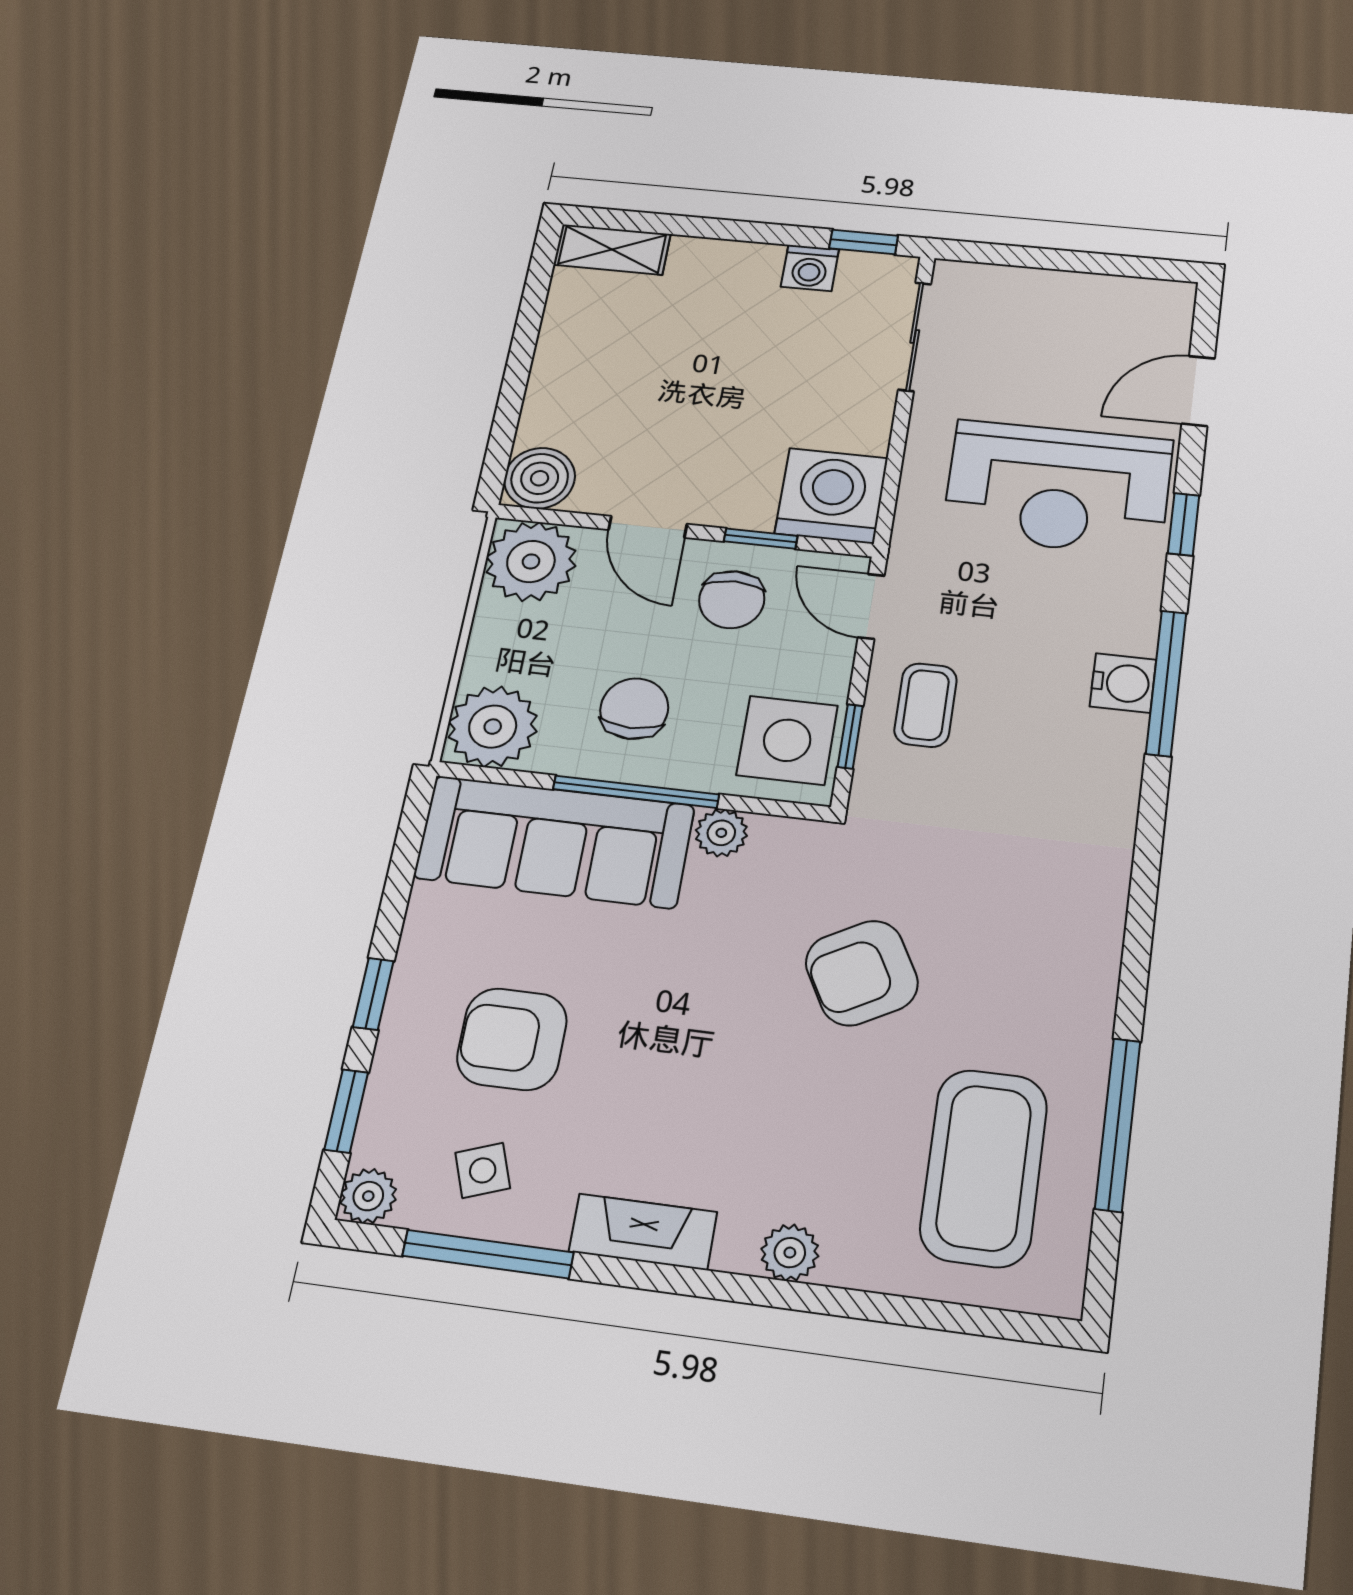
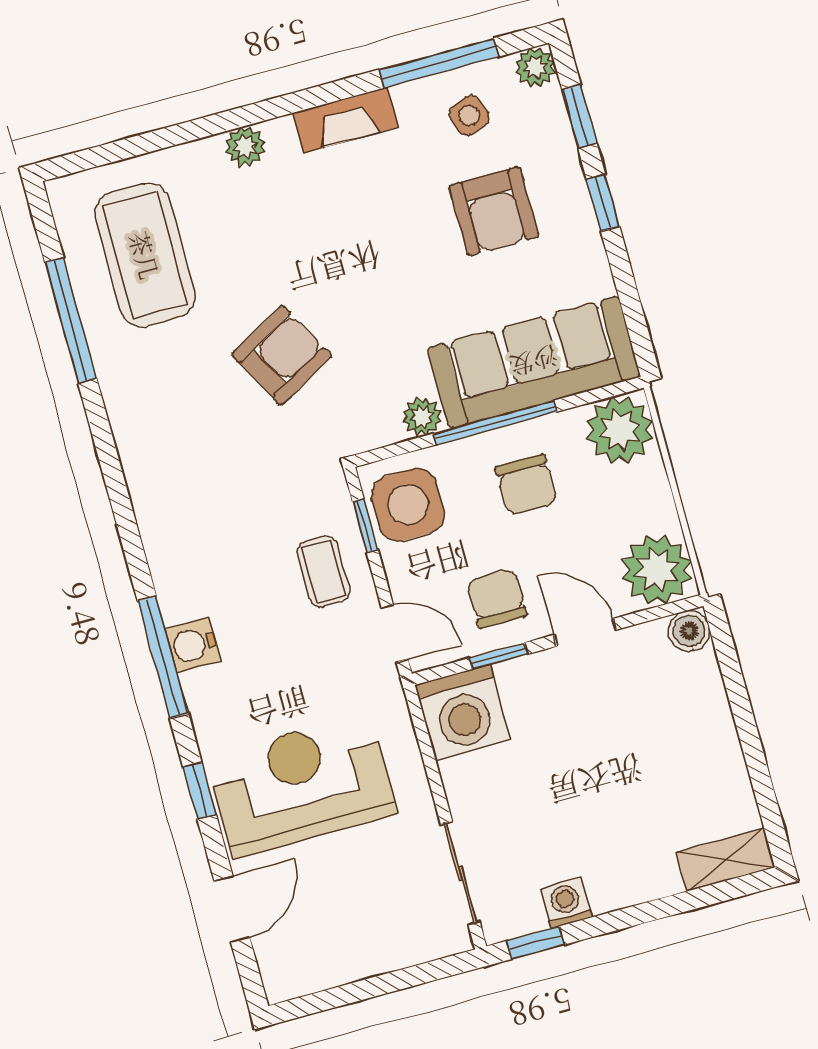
boiler: (540, 478) -> (689, 631), width x0.73, depth x0.73
armchair: (512, 1039) -> (494, 211), turned 90

